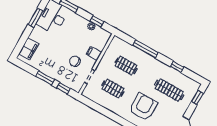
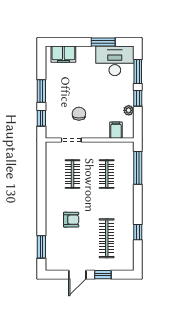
window: (97, 21) -> (138, 98), moved
window: (145, 49) -> (138, 168), moved
filing cabinet: (94, 53) -> (116, 130), moved
window: (197, 97) -> (103, 275), moved
armchair: (143, 107) -> (71, 220), width x0.53, depth x0.53

